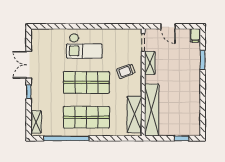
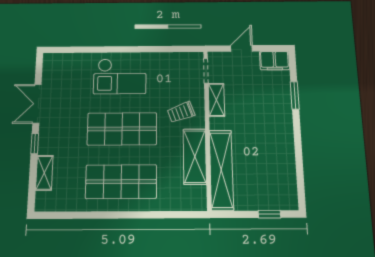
door: (168, 26) -> (242, 48), swing flipped
filing cabinet: (195, 35) -> (274, 61), width x2.00
shelving: (134, 114) -> (195, 157), moved
shelving: (36, 122) -> (44, 173), moved
window: (66, 138) -> (89, 215), removed

